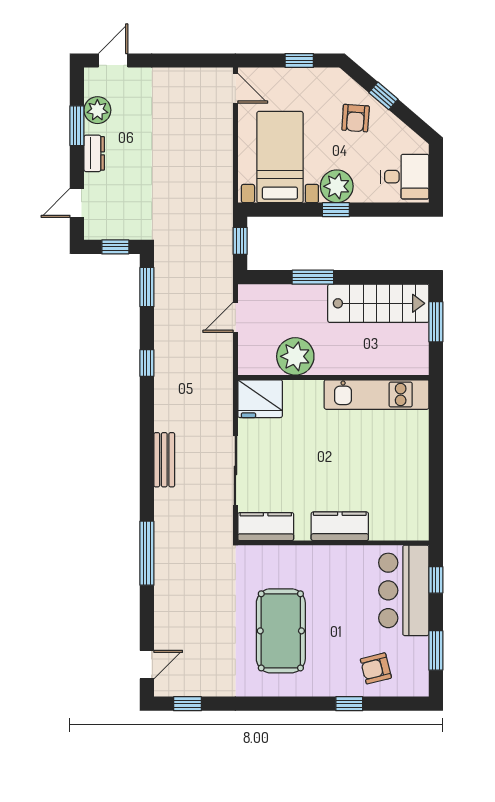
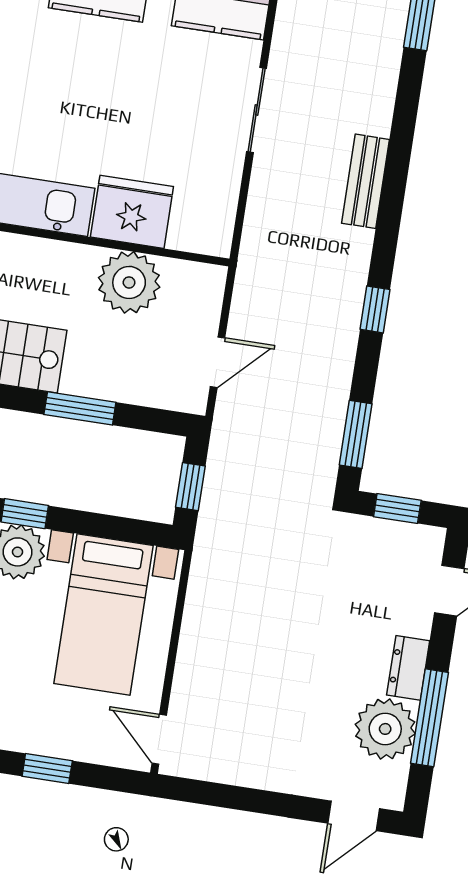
plant: (97, 110) -> (385, 729), width x1.36, depth x1.36
window: (77, 126) -> (430, 718), width x1.44
fridge: (260, 399) -> (132, 212), moved
bench: (164, 460) -> (366, 181), moved
sliding door: (235, 471) -> (257, 110), width x0.73

